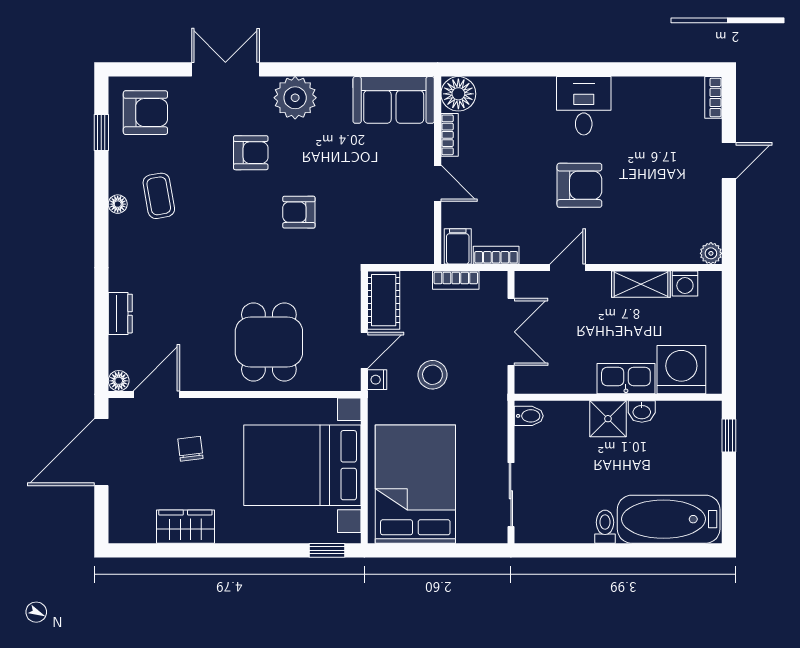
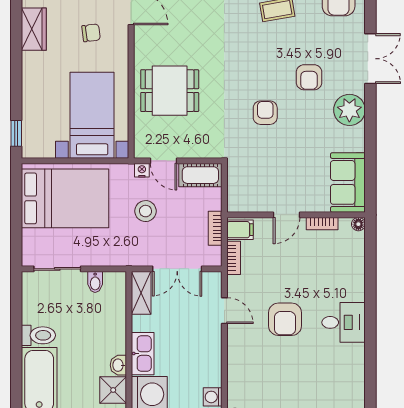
floor lamp: (458, 94) -> (358, 224), width x0.53, depth x0.53
shelving: (641, 284) -> (141, 293), moved
bidet: (529, 416) -> (95, 282), moved
shower: (608, 419) -> (113, 390), moved
bed with nightstands: (302, 465) -> (92, 115), width x0.73
toilet: (605, 527) -> (38, 335), width x1.37, depth x1.39

